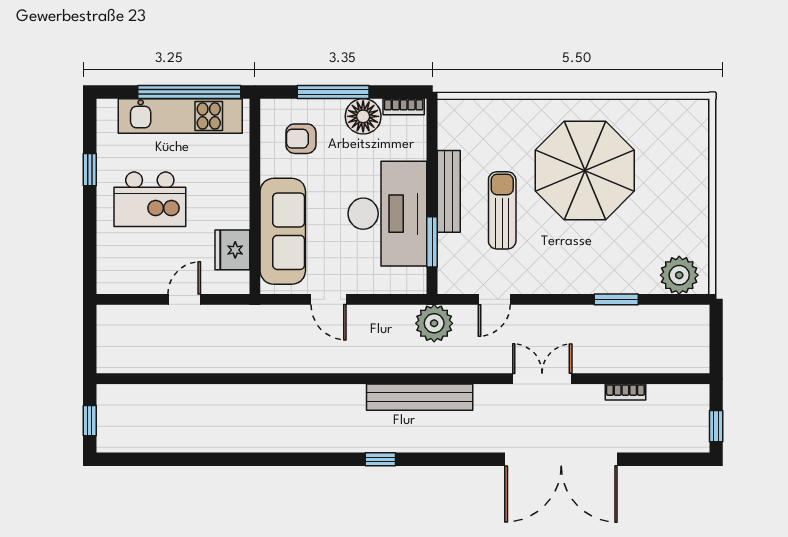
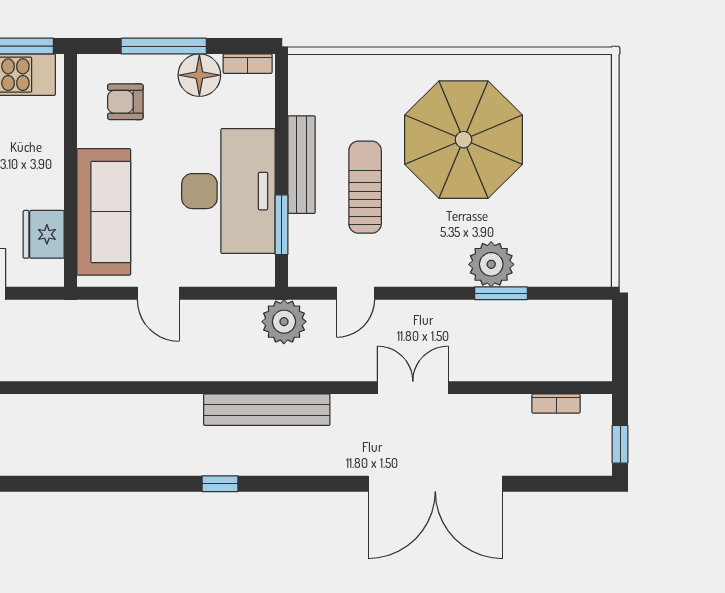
plant: (679, 275) -> (491, 264), moved
bookcase: (625, 392) -> (556, 404), moved

